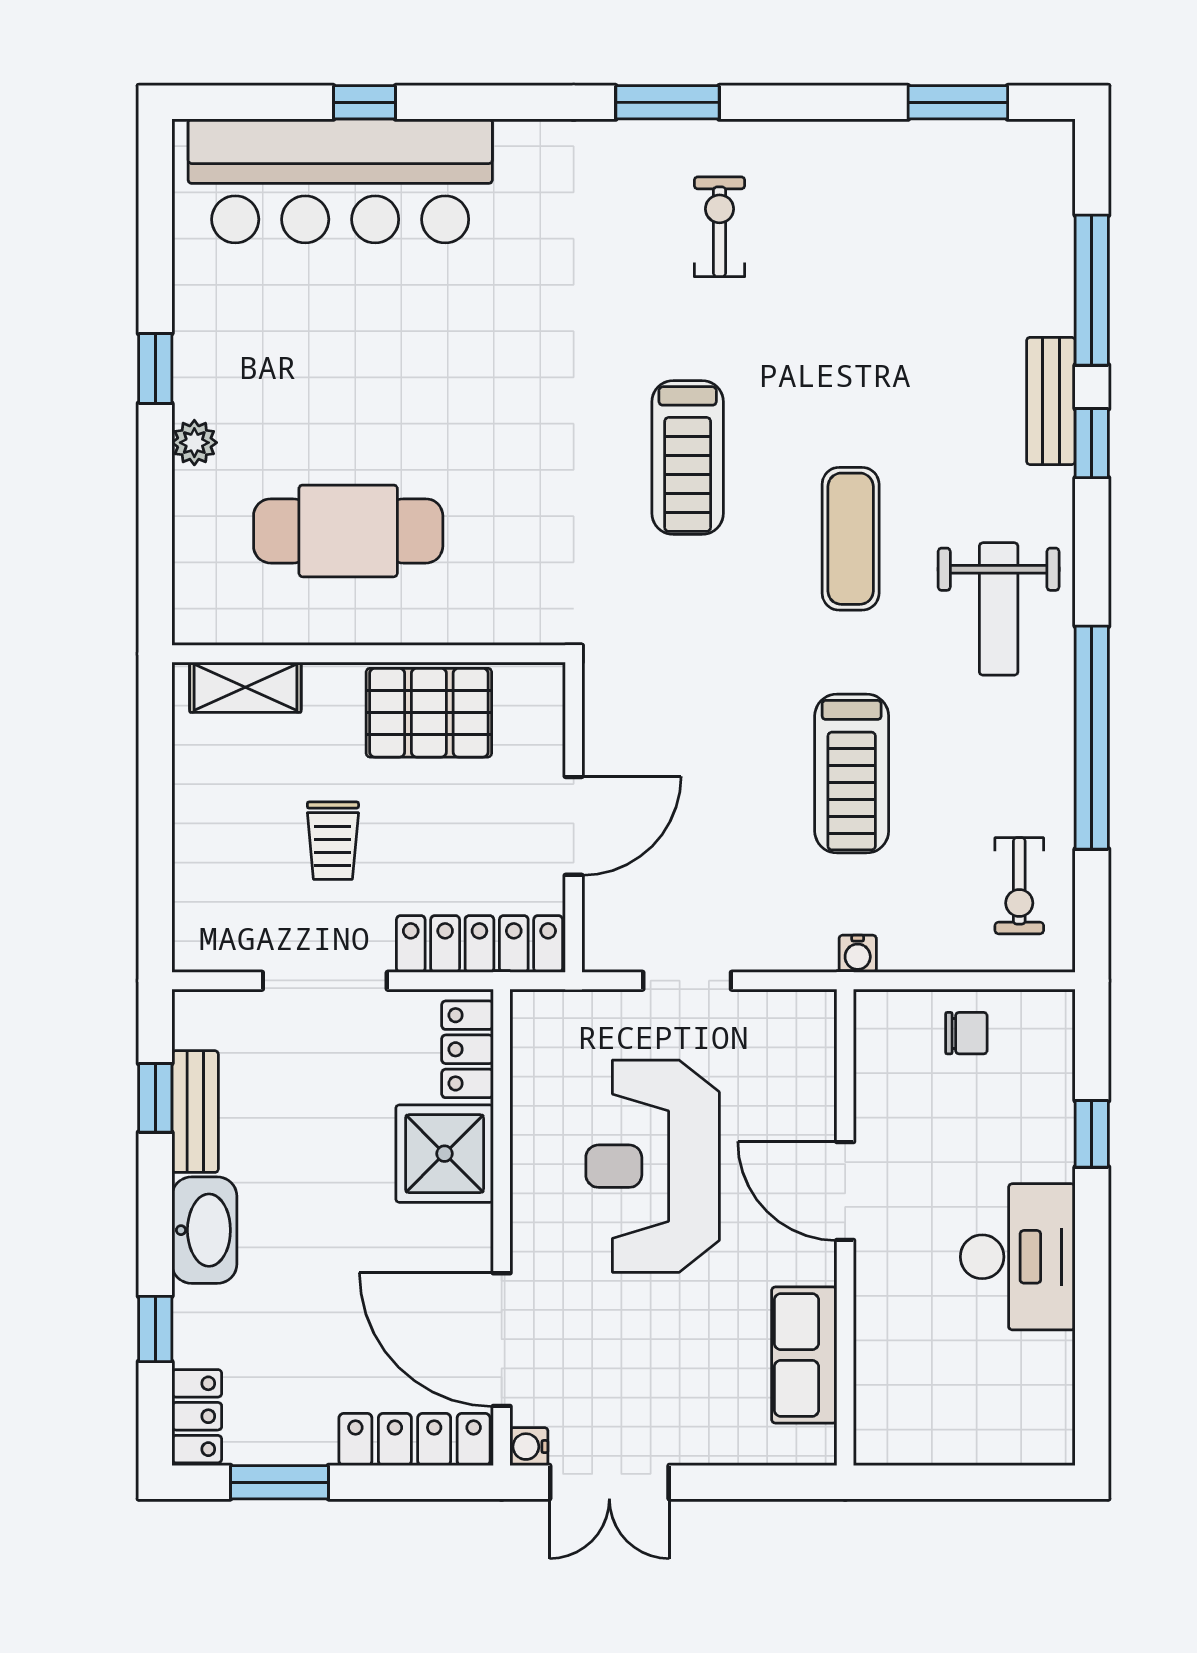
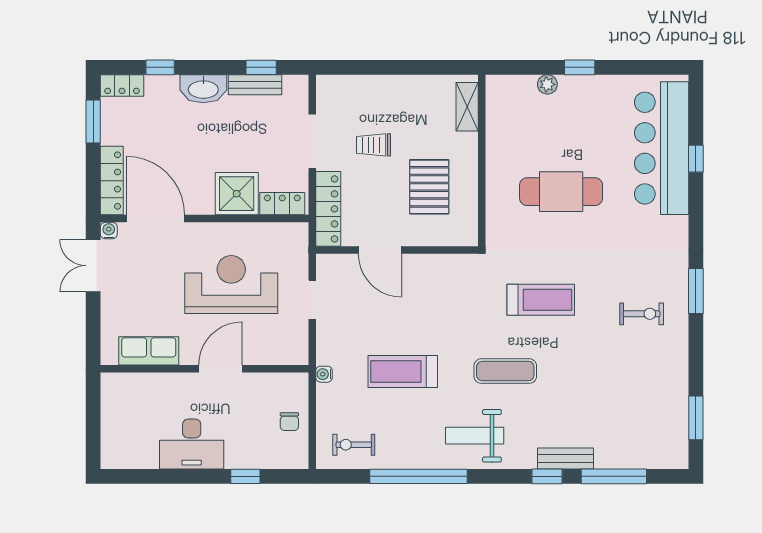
treadmill: (688, 457) -> (541, 300), turned 180
cafe table: (348, 531) -> (561, 192), moved, turned 90
wall: (369, 654) -> (482, 160), moved
shelving: (245, 687) -> (467, 107), moved
door: (502, 1340) -> (155, 219), hinge flipped

